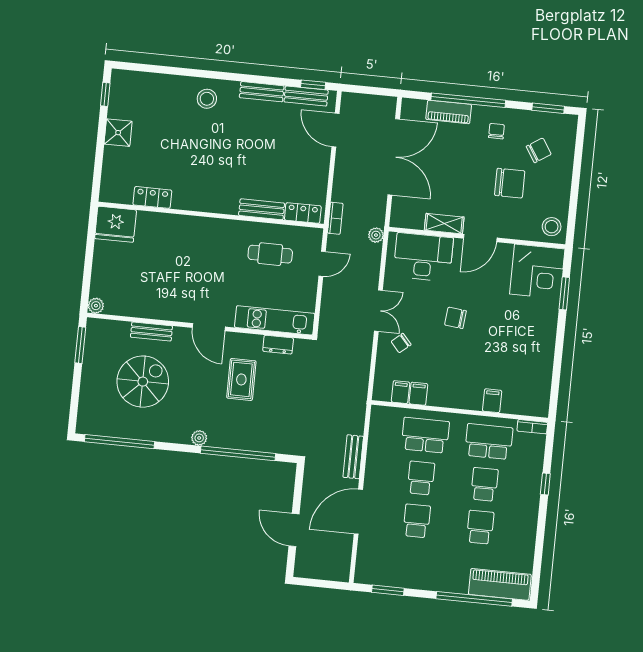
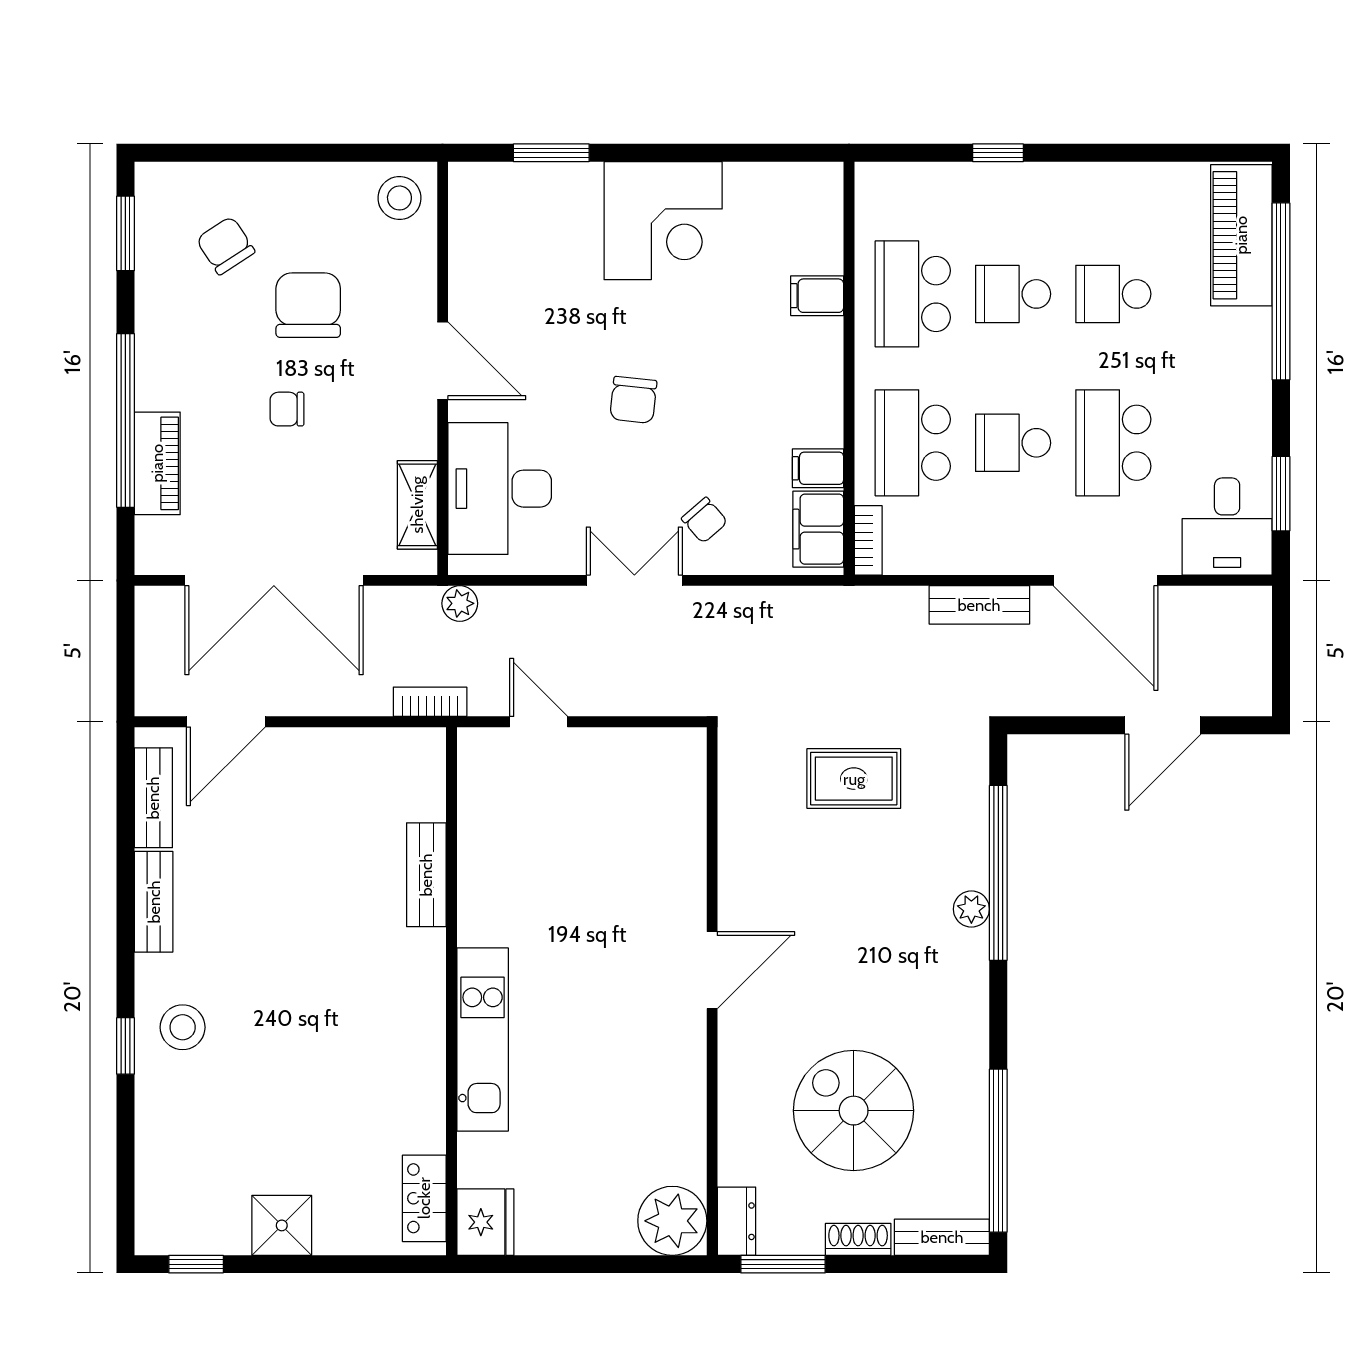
window: (313, 85) -> (125, 1046), moved
chair: (496, 131) -> (287, 409), moved
double door: (394, 157) -> (274, 580), swing flipped
locker: (152, 197) -> (424, 1198), moved
locker: (303, 213) -> (425, 778), removed
fridge: (116, 224) -> (485, 1222), width x0.73, depth x0.75
shelving: (444, 224) -> (417, 505), moved
cafe table: (270, 254) -> (528, 844), removed
corner desk: (537, 272) -> (663, 221), moved, turned 90
plant: (96, 306) -> (672, 1221), width x1.88, depth x1.88
kitchen unit: (275, 320) -> (483, 1039), moved, turned 180
bench: (151, 332) -> (942, 1237), moved, turned 90
dresser: (278, 345) -> (737, 1221), moved
shoe rack: (88, 378) -> (858, 1239), added
rug: (241, 379) -> (854, 779), moved
filing cabinet: (401, 392) -> (818, 529), width x2.00
bookcase: (532, 427) -> (868, 540), moved
plant: (199, 438) -> (971, 909), moved
school desk: (417, 521) -> (1113, 443), width x1.85
desk: (376, 566) -> (1227, 527), added

